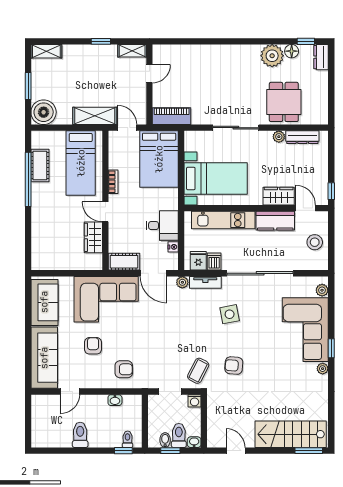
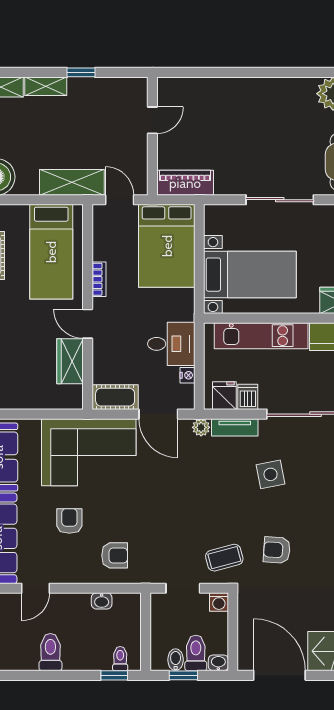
shelving: (132, 51) -> (46, 86), moved
coffee table: (198, 371) -> (224, 558), turned 48
door: (236, 451) -> (279, 675), width x1.88

